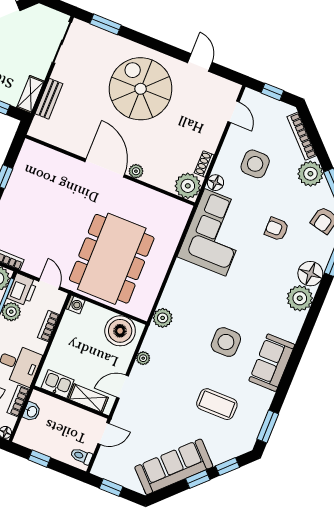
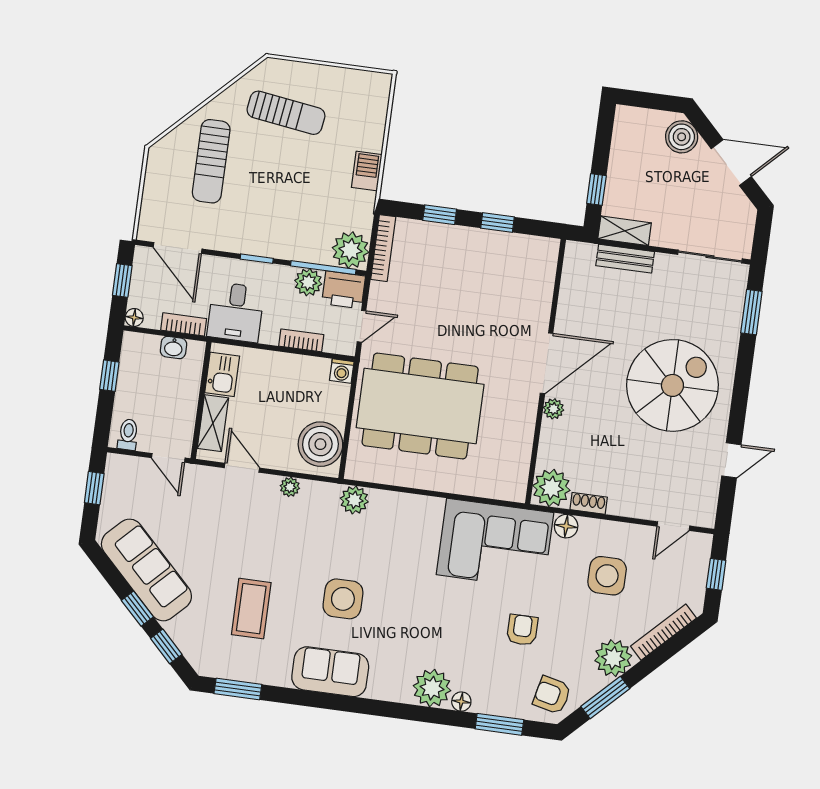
floor lamp: (310, 274) -> (461, 702), width x0.53, depth x0.53

